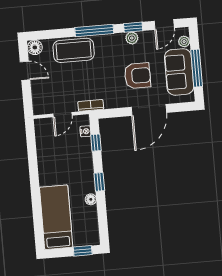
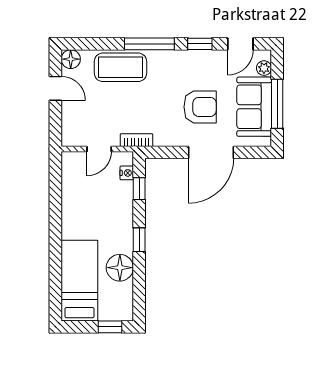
plant: (132, 38) -> (197, 58), removed
floor lamp: (91, 199) -> (120, 268), width x1.89, depth x1.89

